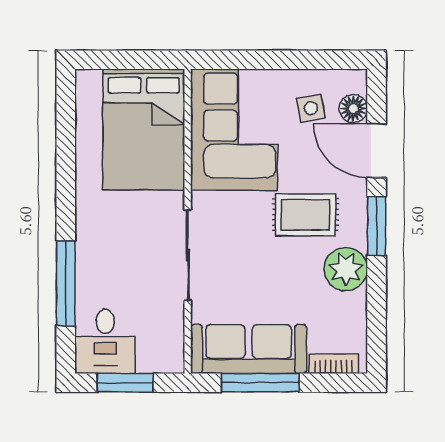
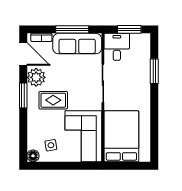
floor lamp: (353, 109) -> (33, 156), moved
door: (377, 151) -> (23, 54), moved
window: (66, 283) -> (154, 71), width x0.69
desk: (105, 341) -> (117, 47), moved

